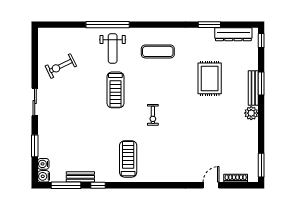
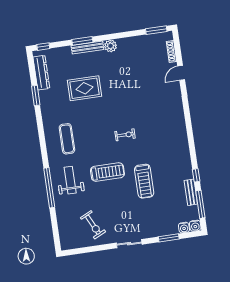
weight bench: (113, 48) -> (70, 180), turned -90
treadmill: (128, 159) -> (144, 181), moved, turned -90
door: (211, 185) -> (181, 73), hinge flipped

